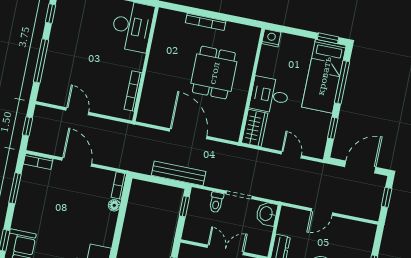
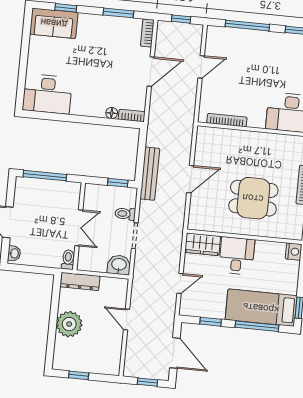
door: (188, 134) -> (190, 179), width x0.73

